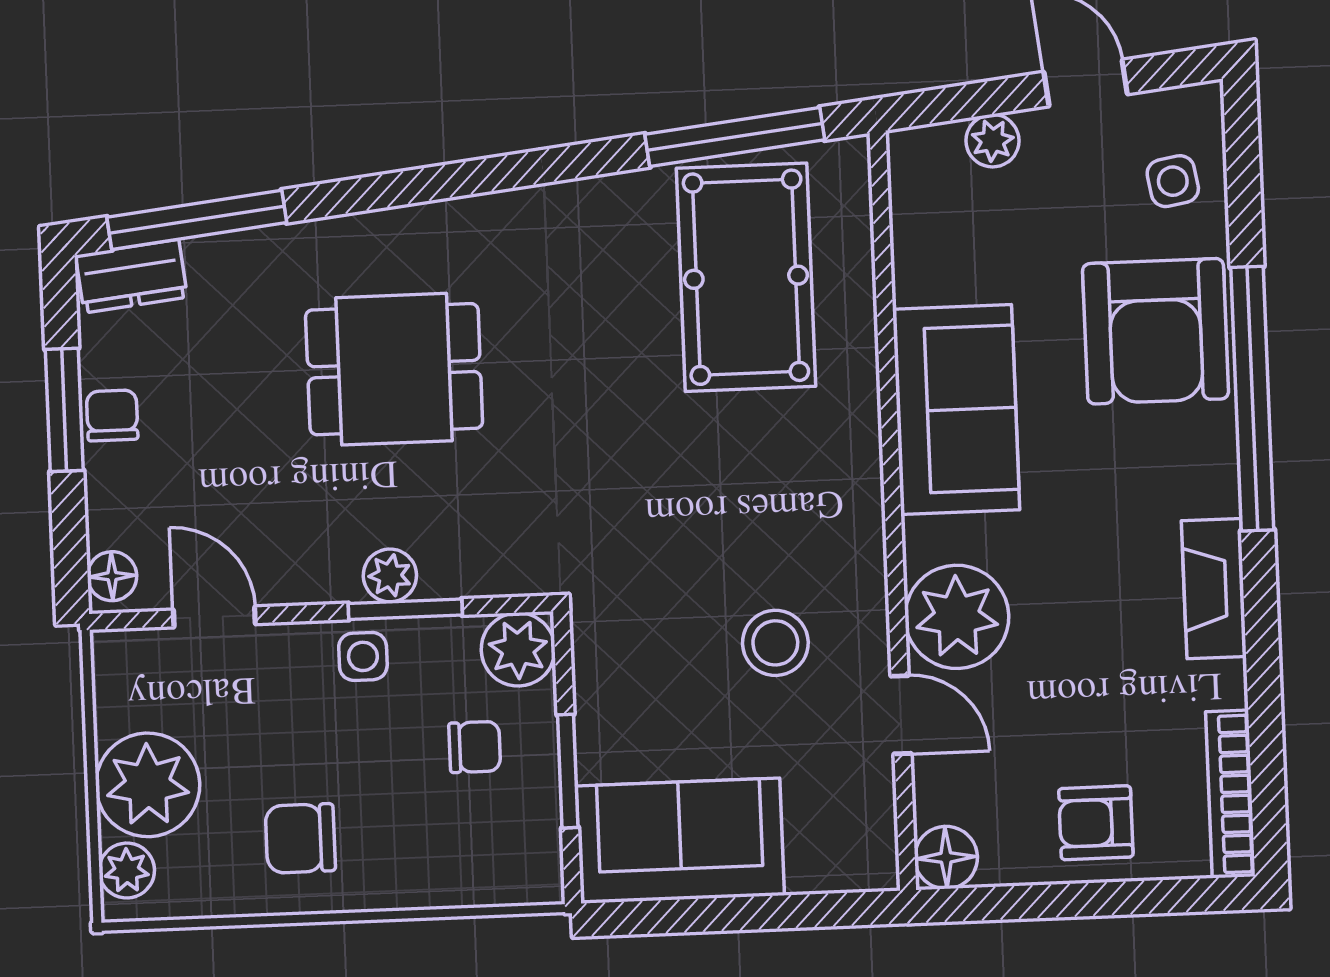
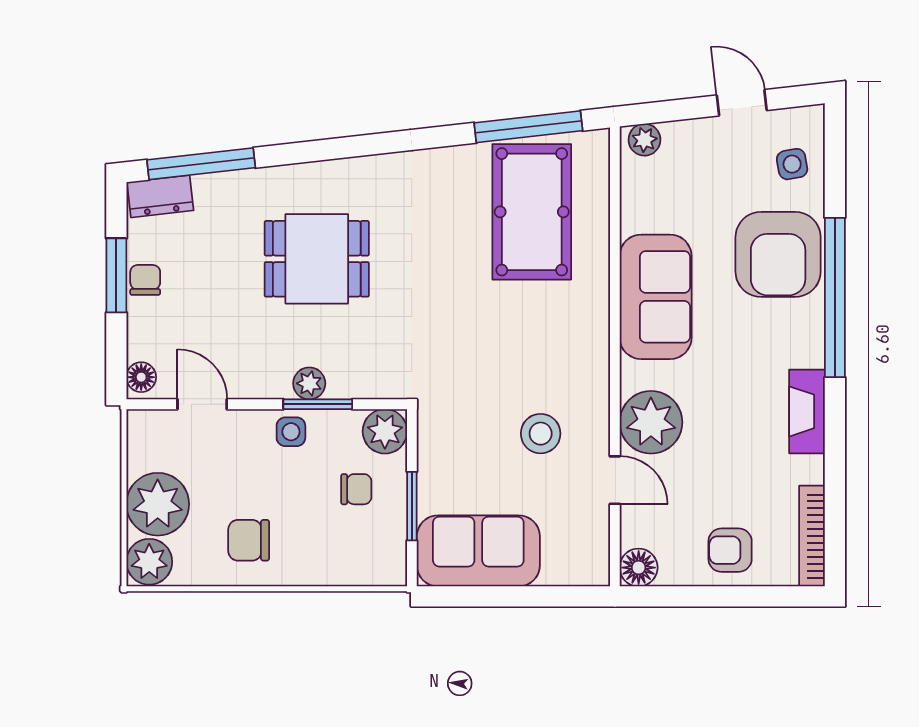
plant: (993, 141) -> (644, 140), moved
plant: (127, 871) -> (149, 562), width x1.38, depth x1.38

